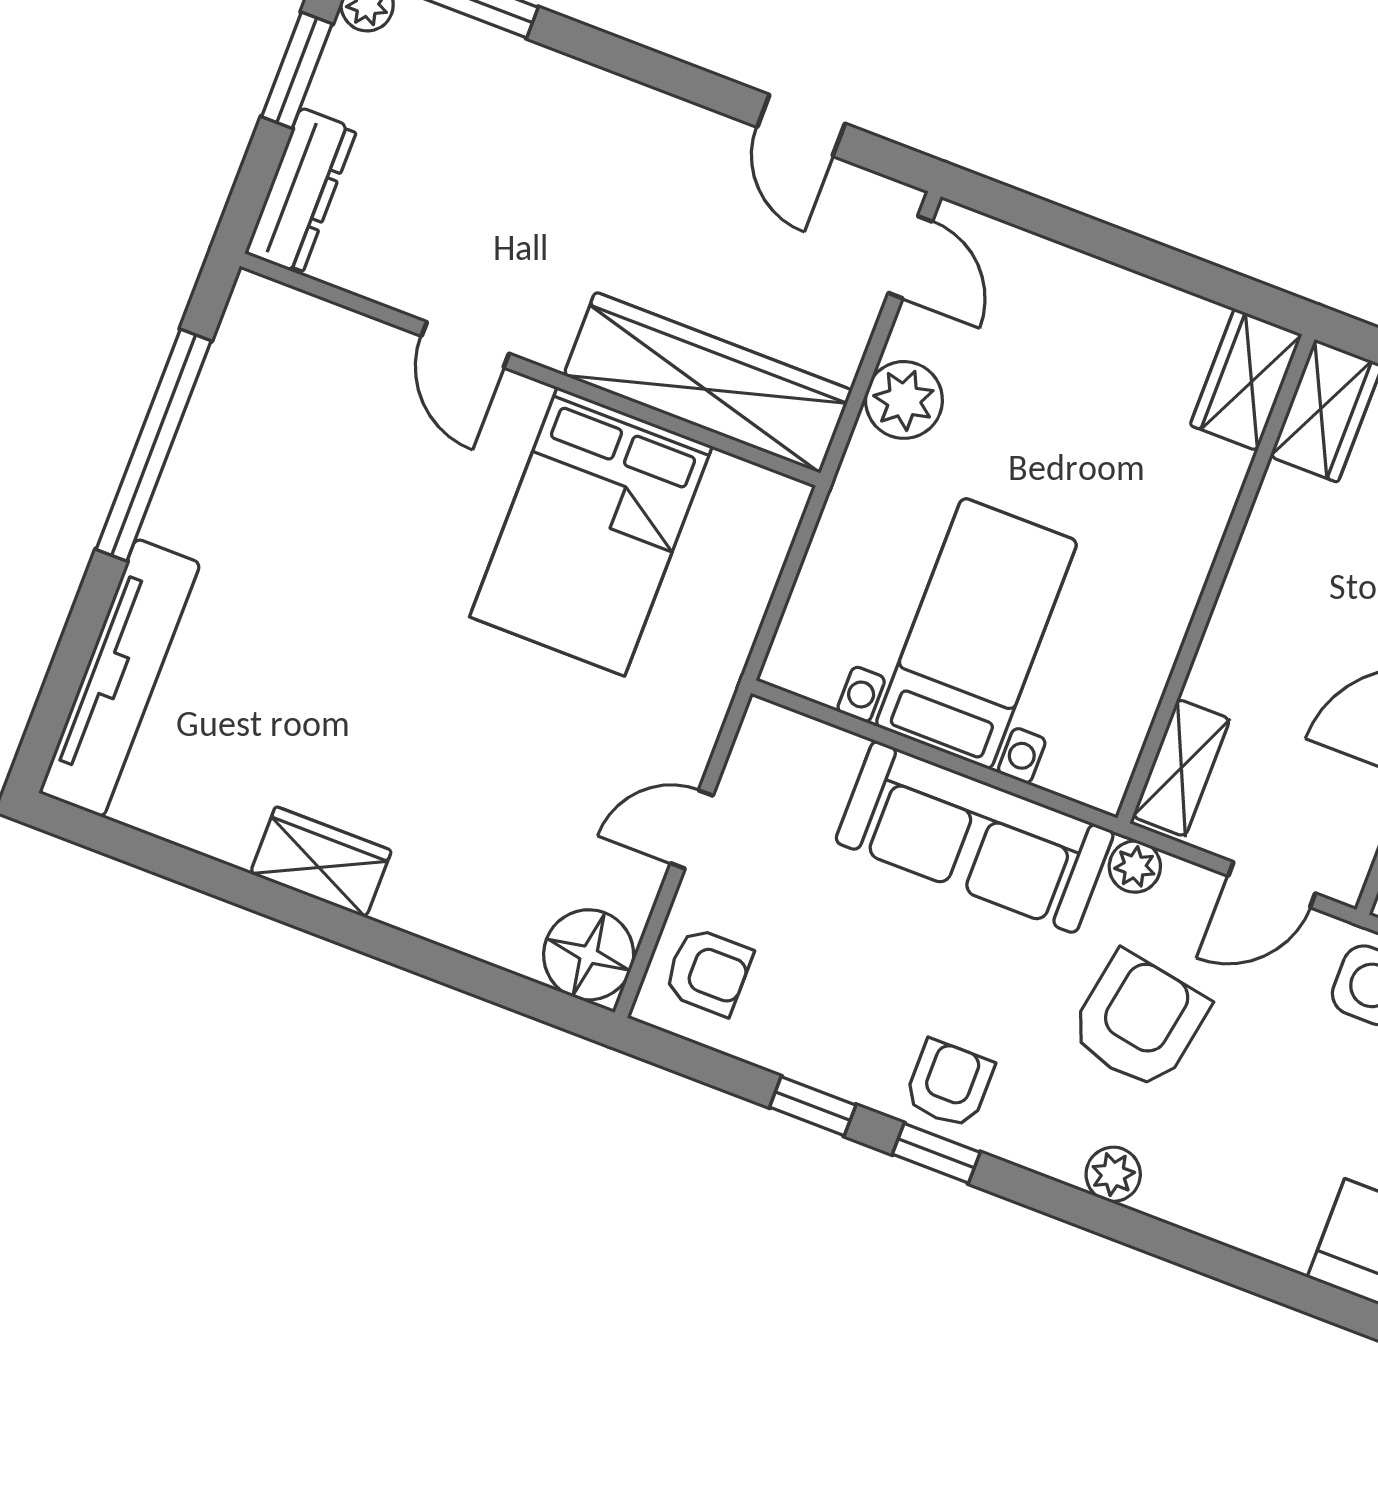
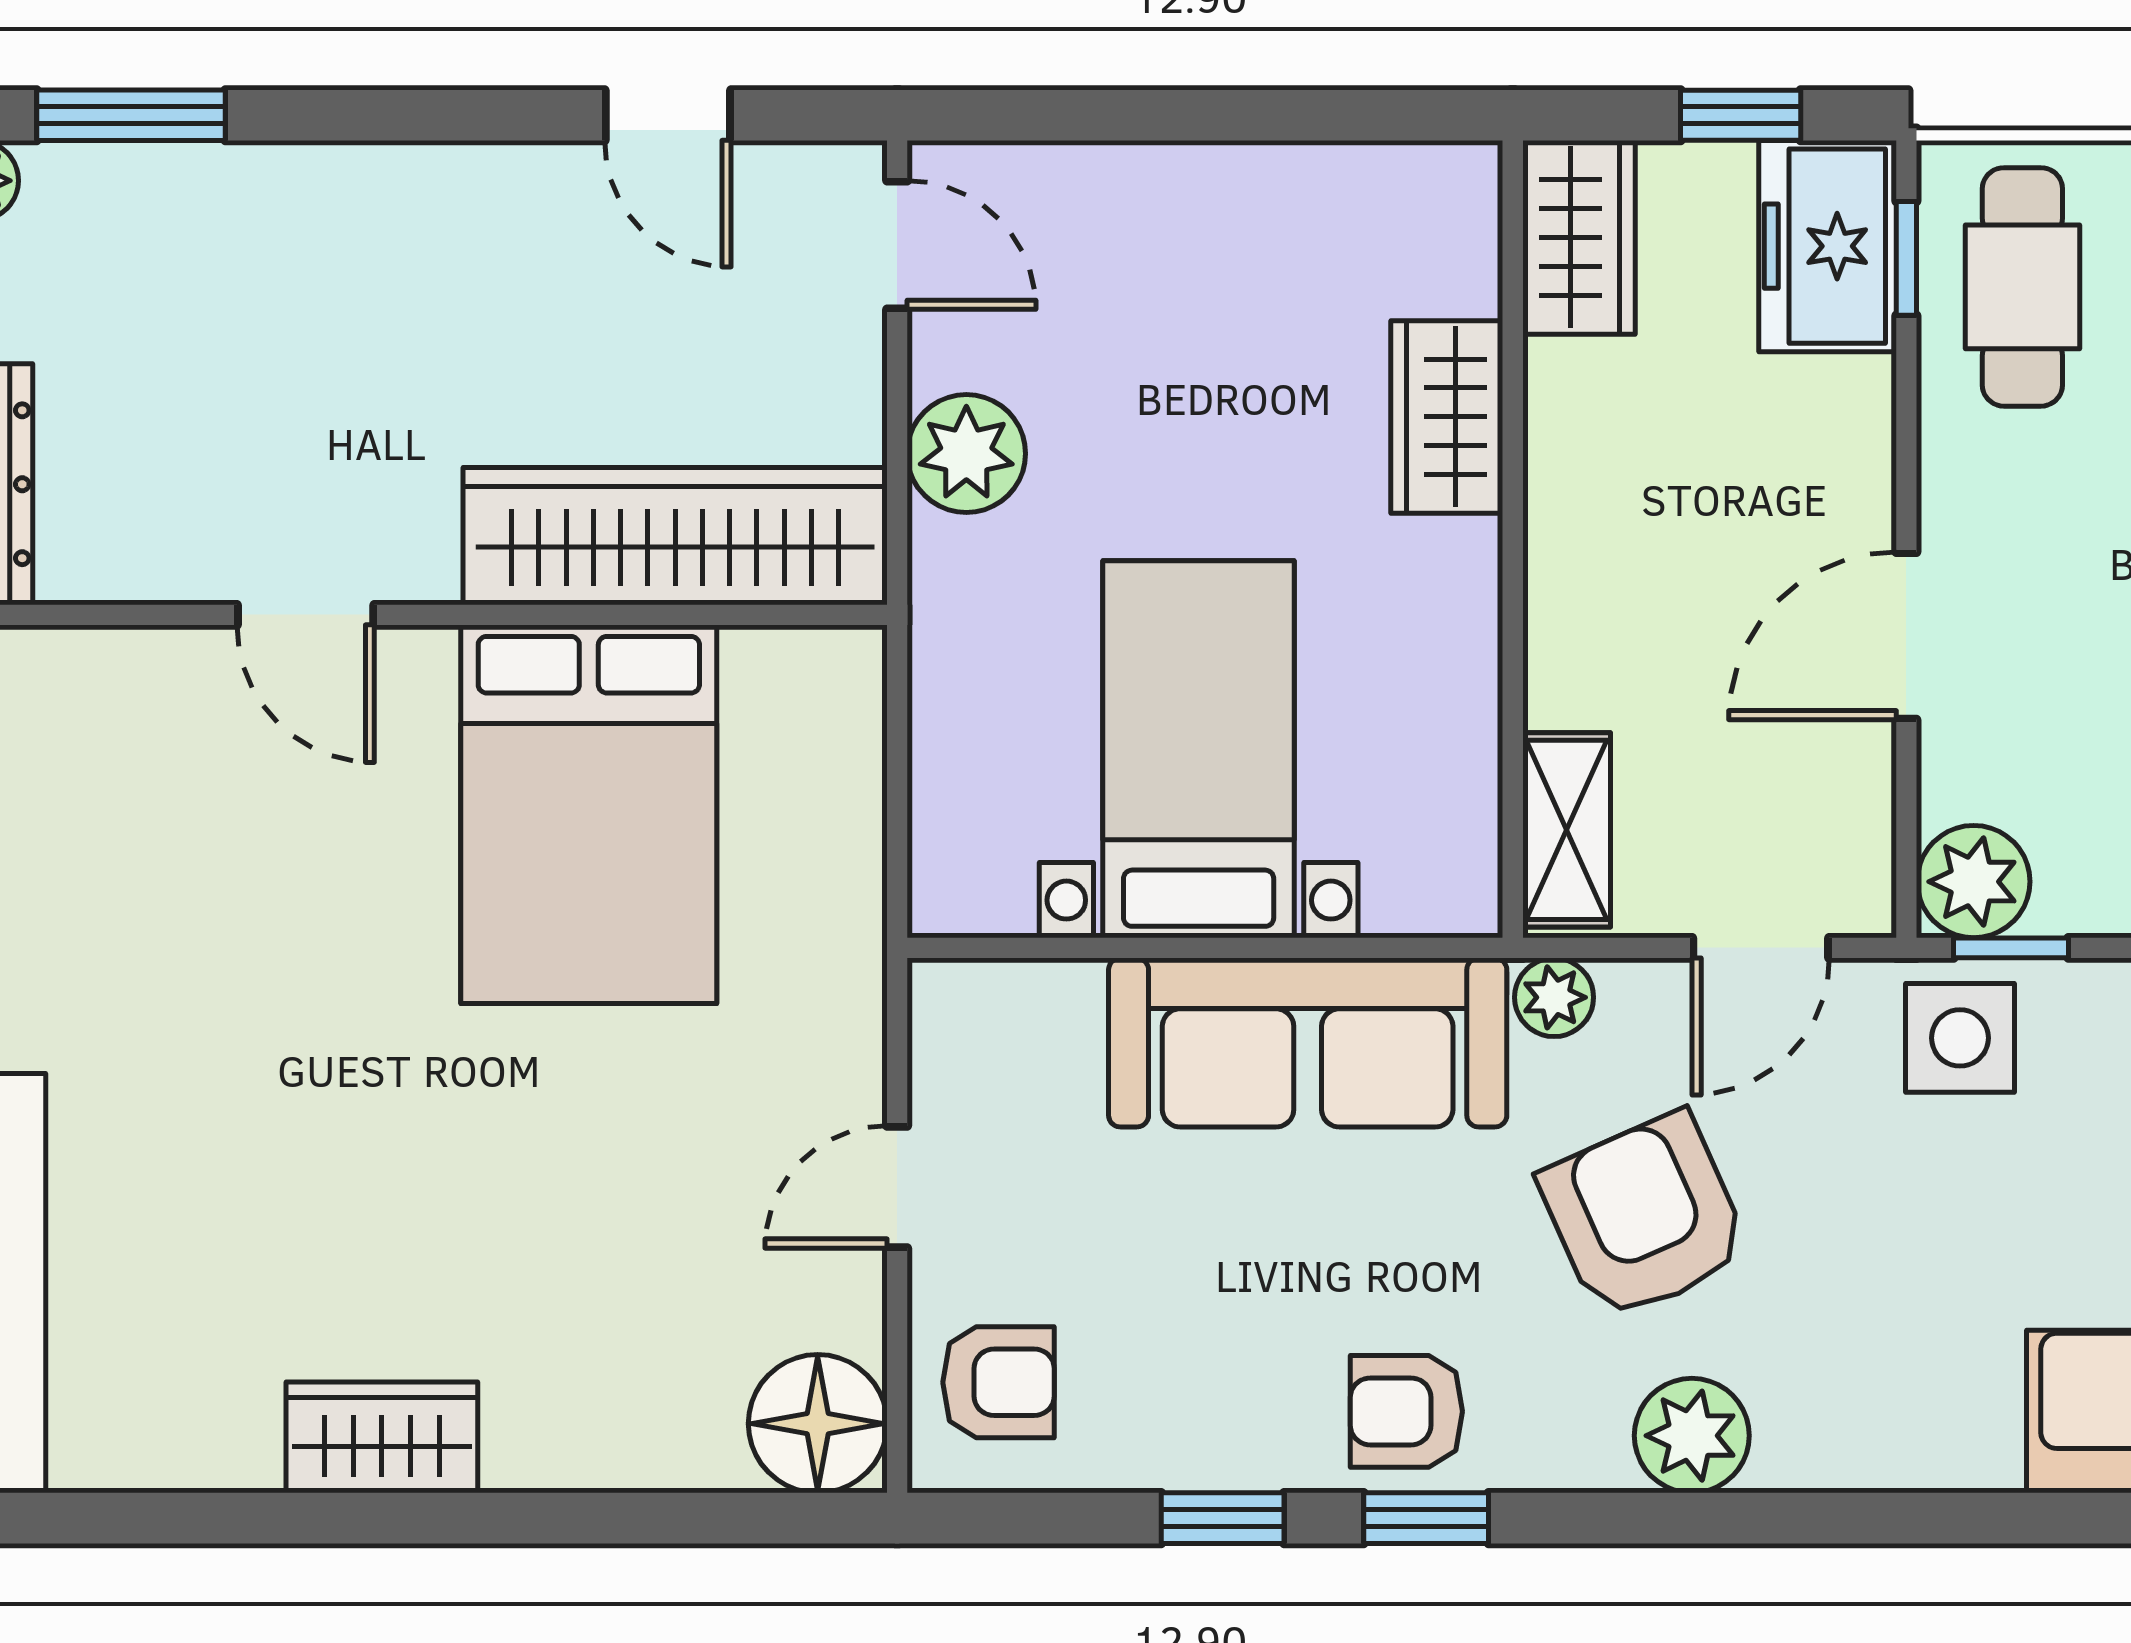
wardrobe: (1246, 380) -> (1447, 417), moved
armchair: (1139, 1021) -> (1644, 1217), turned -34
armchair: (949, 1084) -> (1406, 1411), turned -90
plant: (1113, 1174) -> (1692, 1436), width x1.38, depth x1.38

